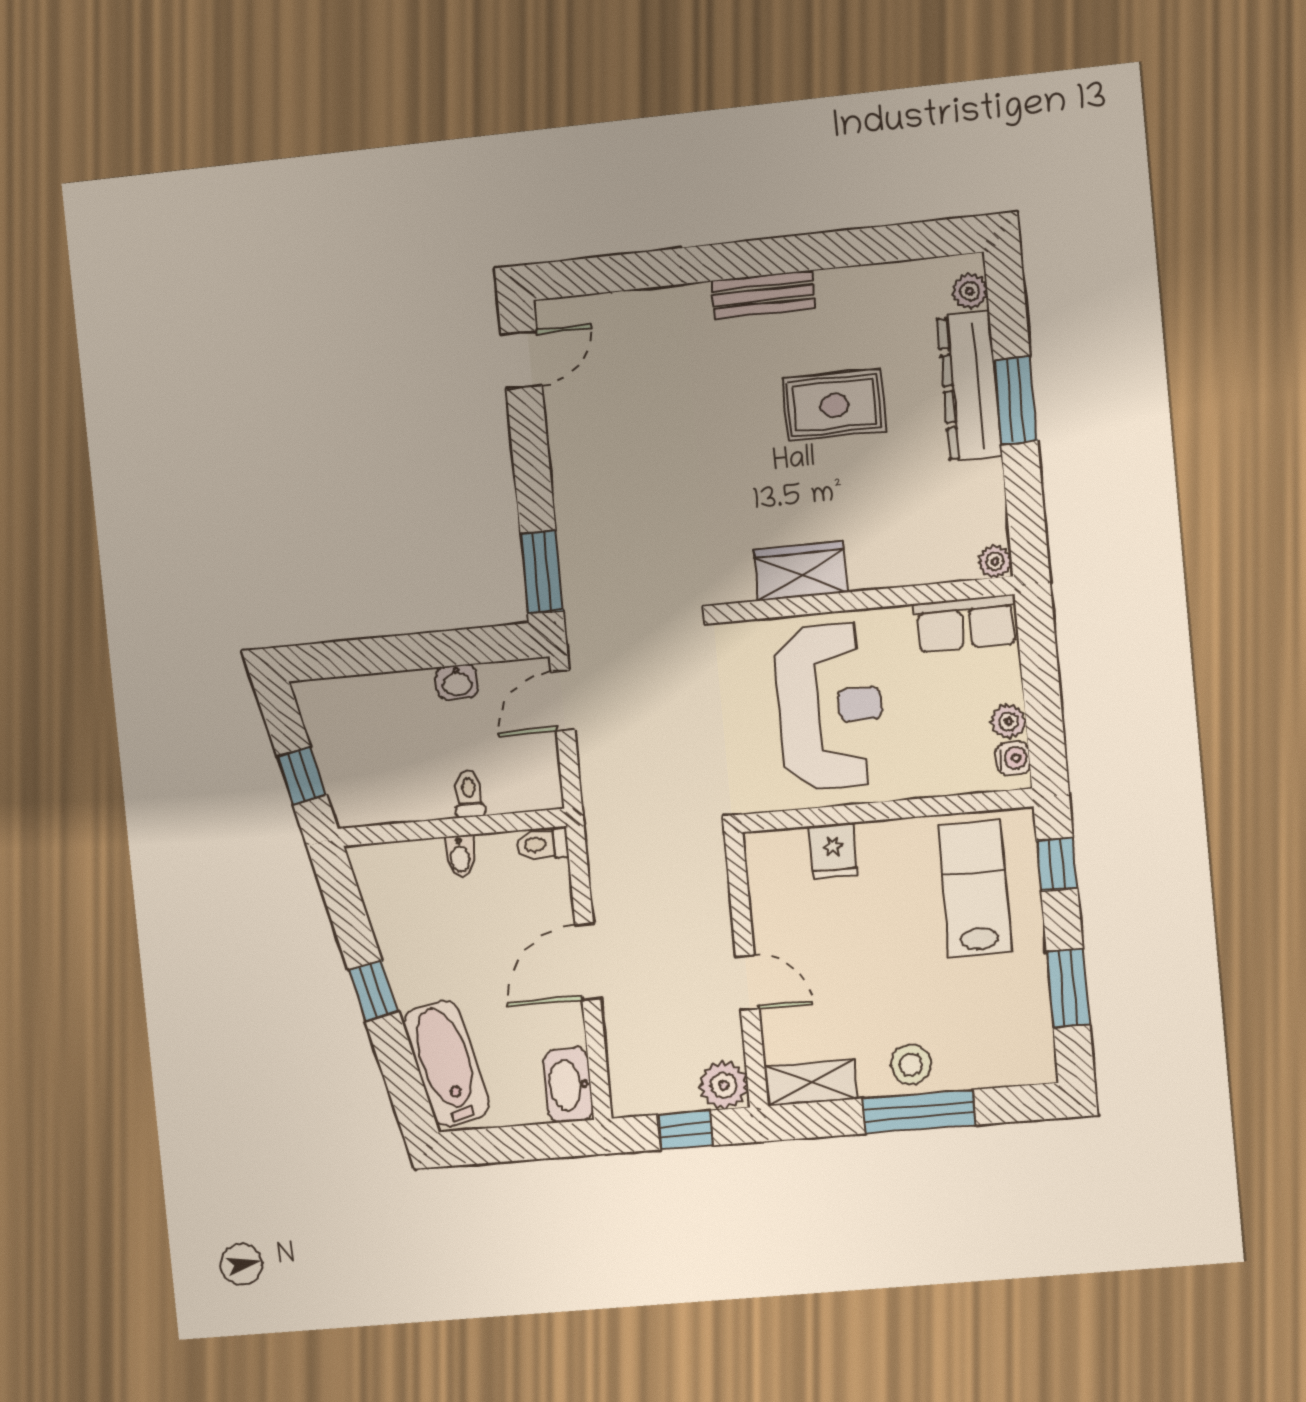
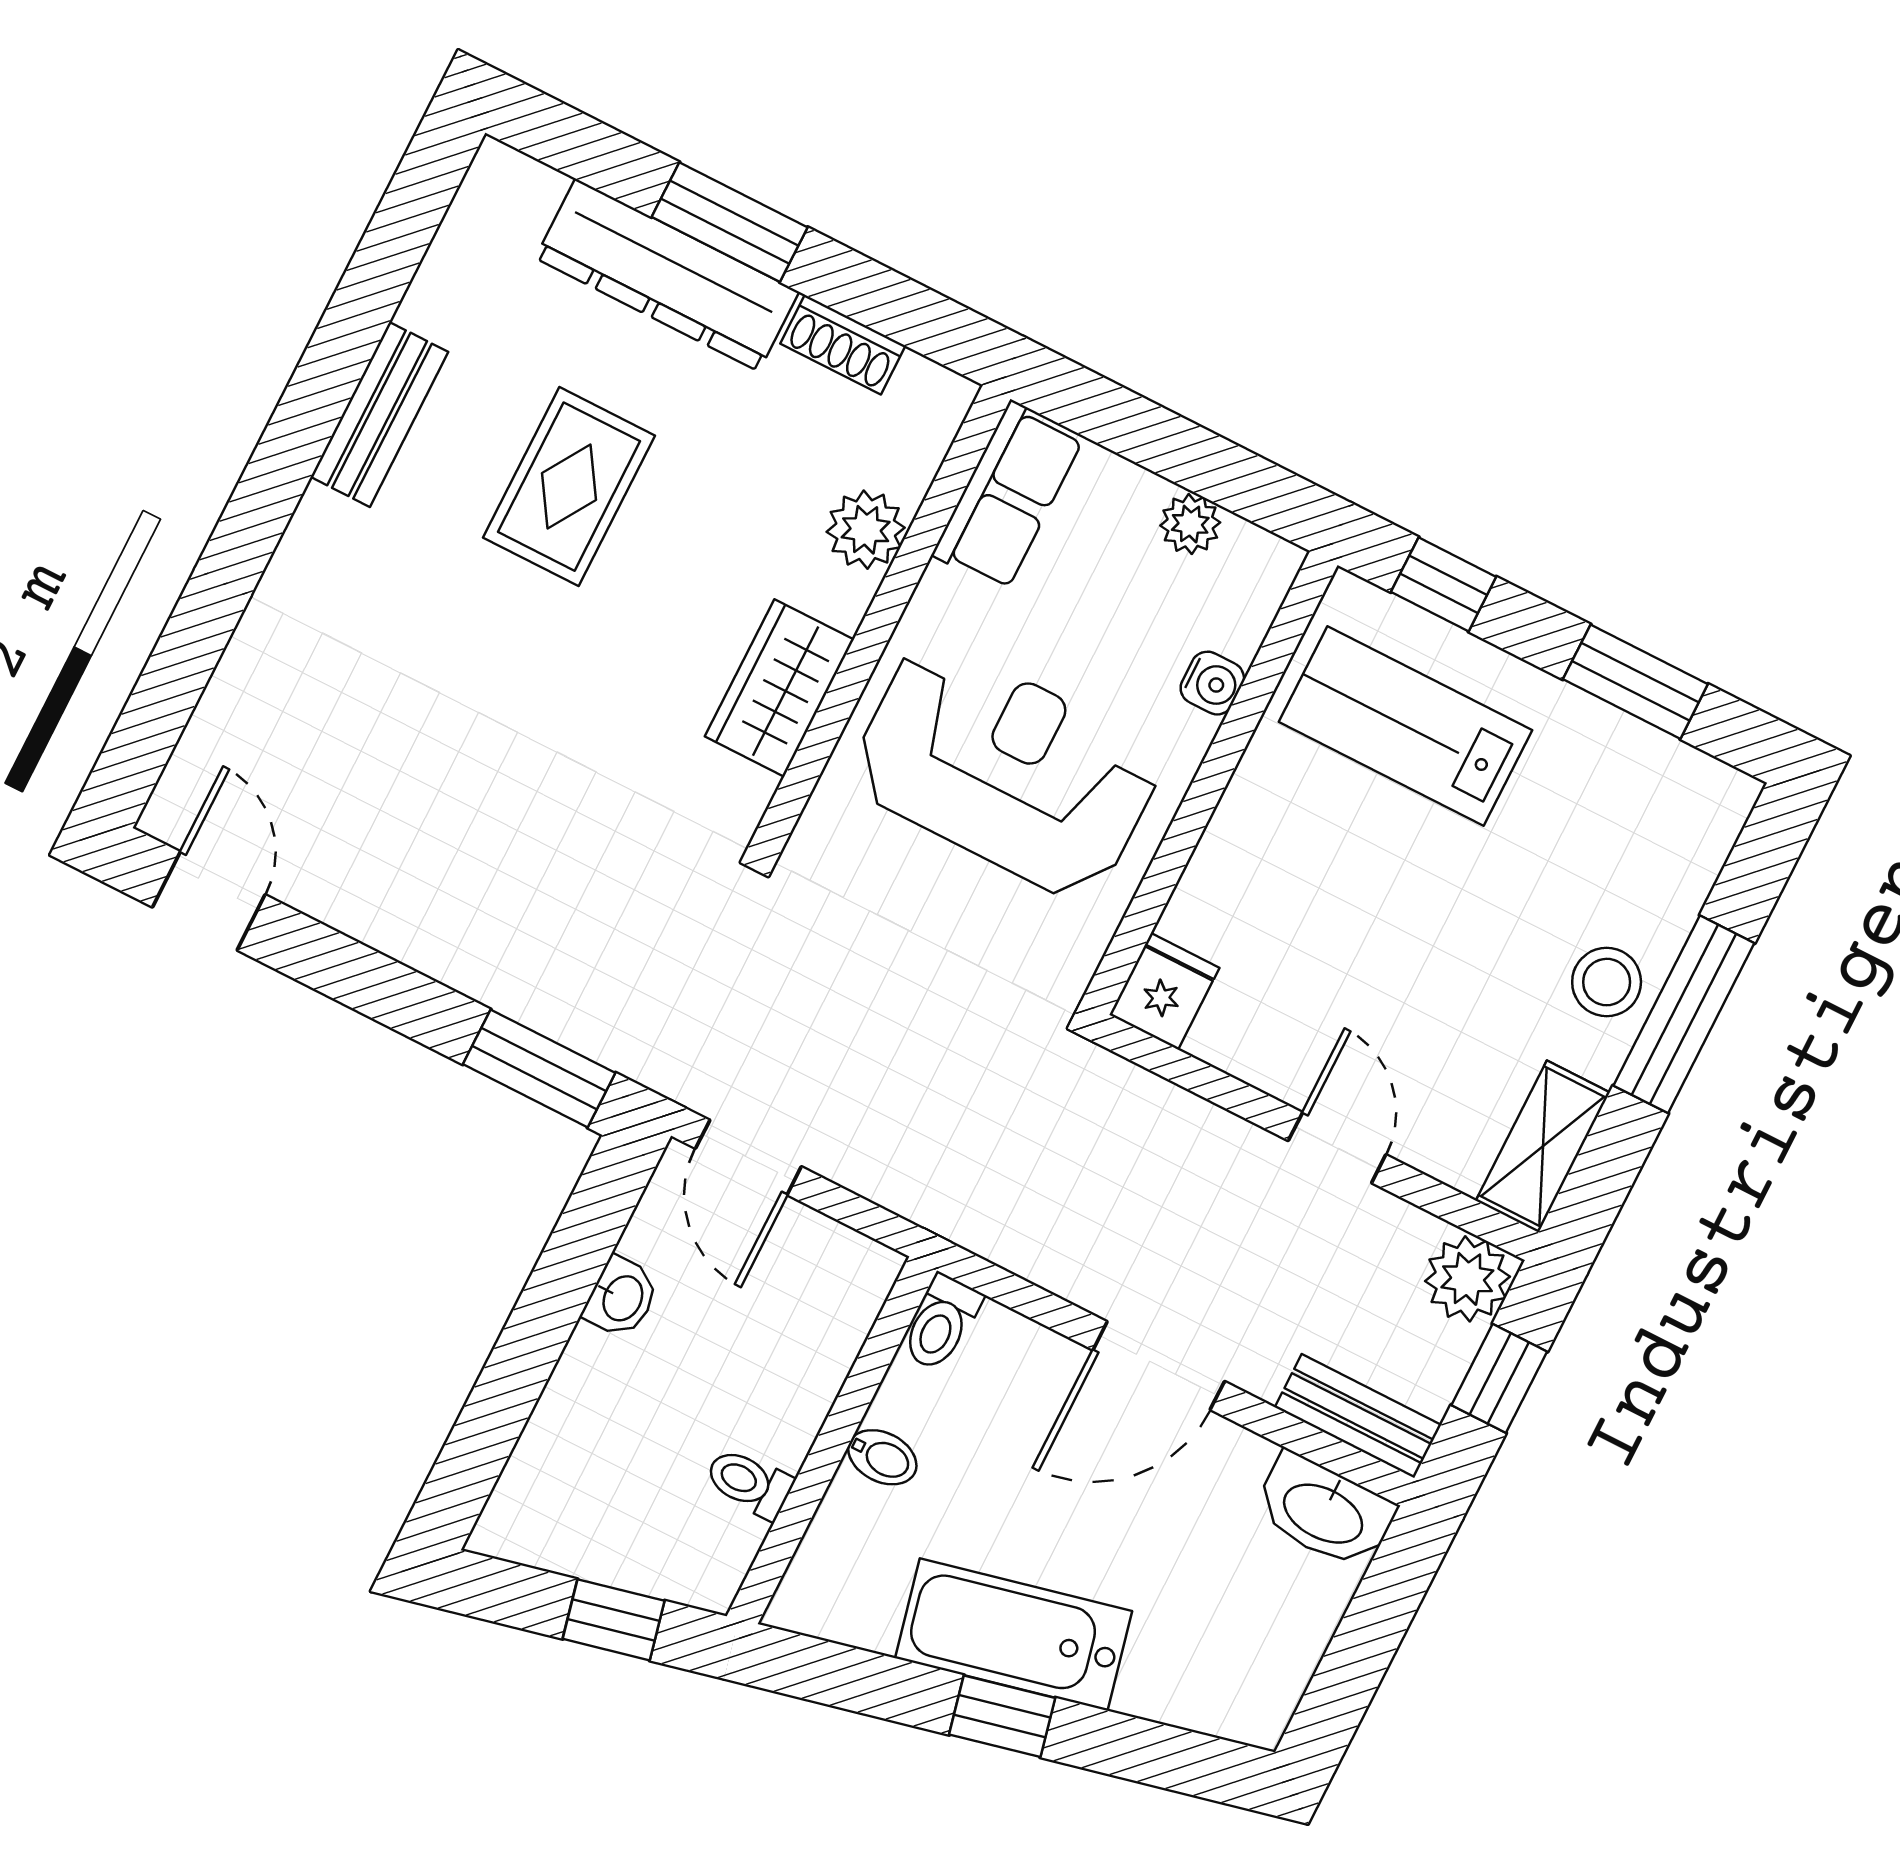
plant: (970, 291) -> (529, 189), removed
bench: (763, 295) -> (380, 414), moved
shoe rack: (990, 495) -> (843, 345), added
plant: (995, 561) -> (866, 530), moved, width x1.38, depth x1.38
water cooler: (1013, 758) -> (1212, 683), moved, turned 90
toilet: (469, 794) -> (749, 1483), moved
fridge: (833, 851) -> (1164, 991), moved, turned -90
door: (588, 962) -> (1159, 1366), hinge flipped
door: (747, 983) -> (1337, 1148), hinge flipped
bathtub: (446, 1063) -> (1014, 1634), moved
bench: (624, 1073) -> (1358, 1416), added

